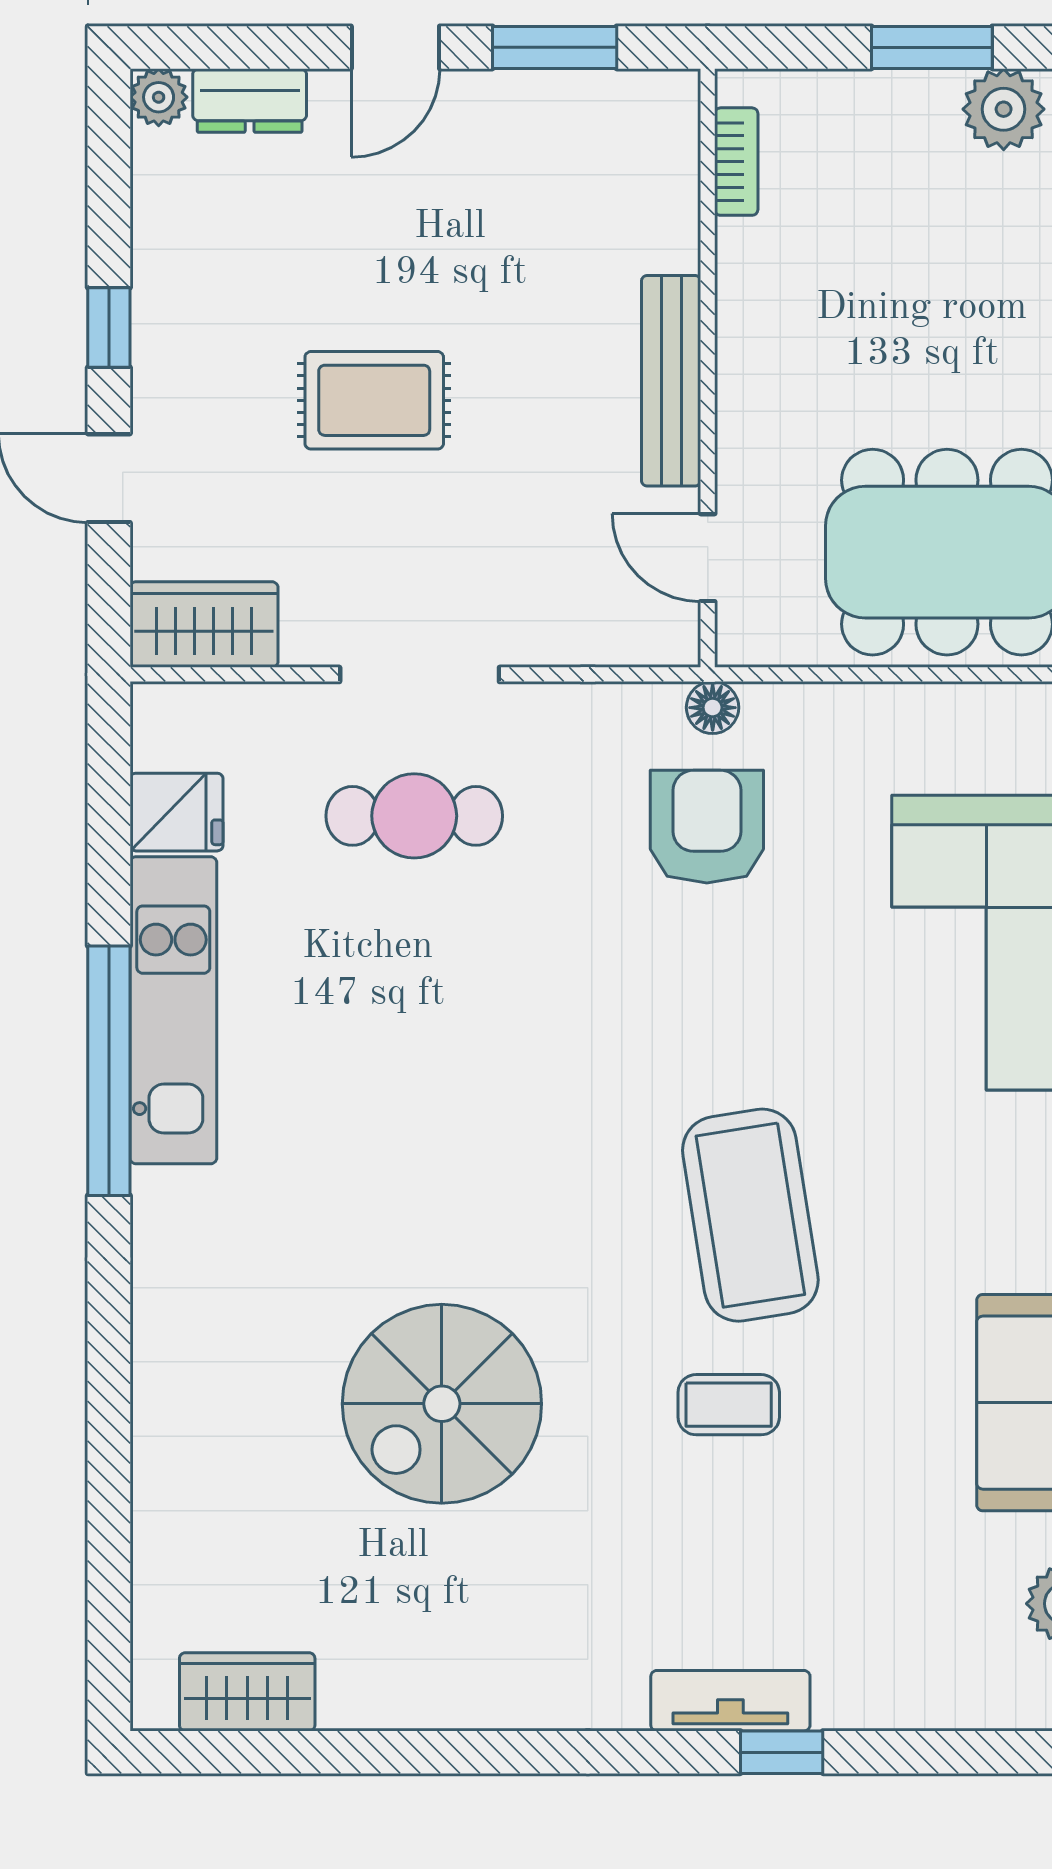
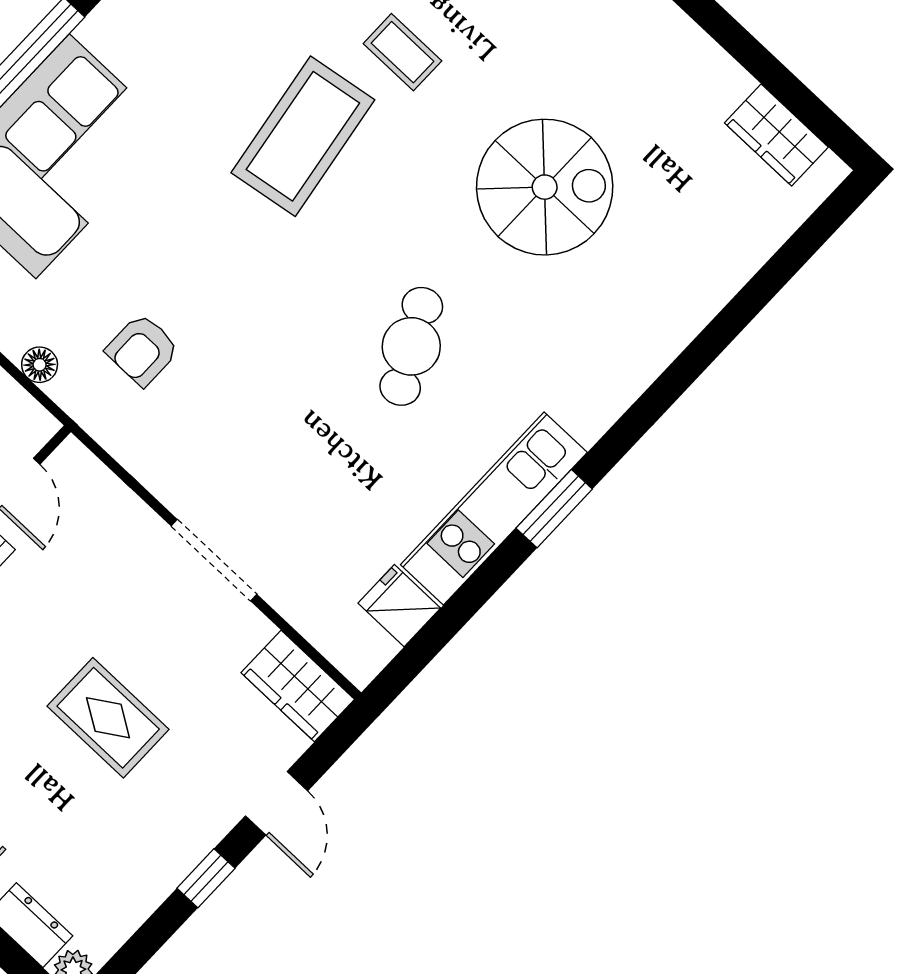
floor lamp: (713, 708) -> (40, 365), moved
cafe table: (414, 816) -> (411, 346), moved, turned 62
armchair: (707, 827) -> (142, 350), width x0.72, depth x0.72
window: (109, 1071) -> (554, 509), width x0.47

